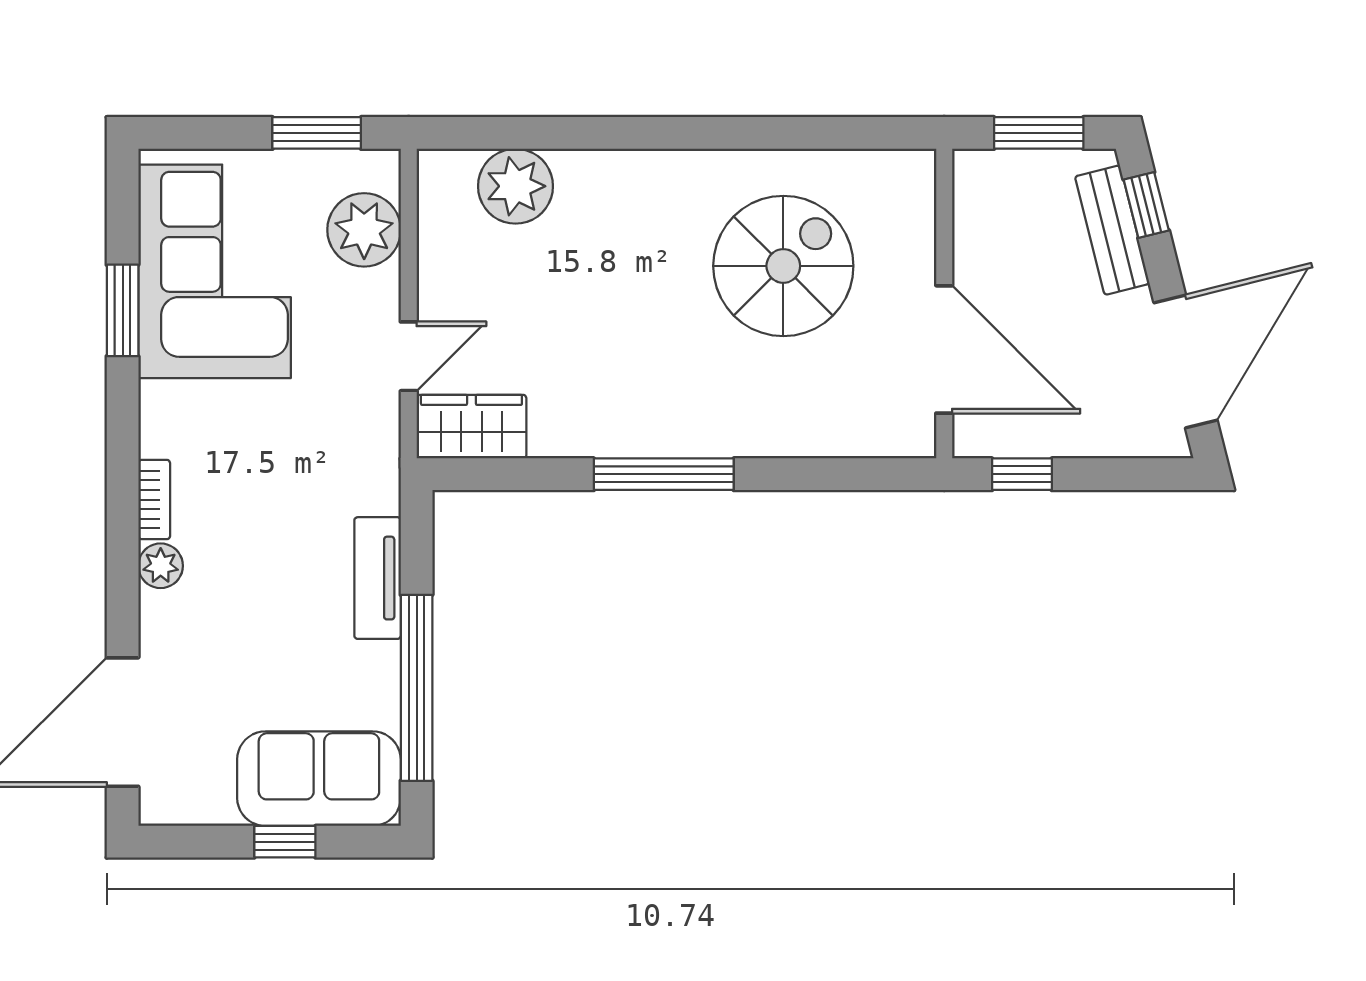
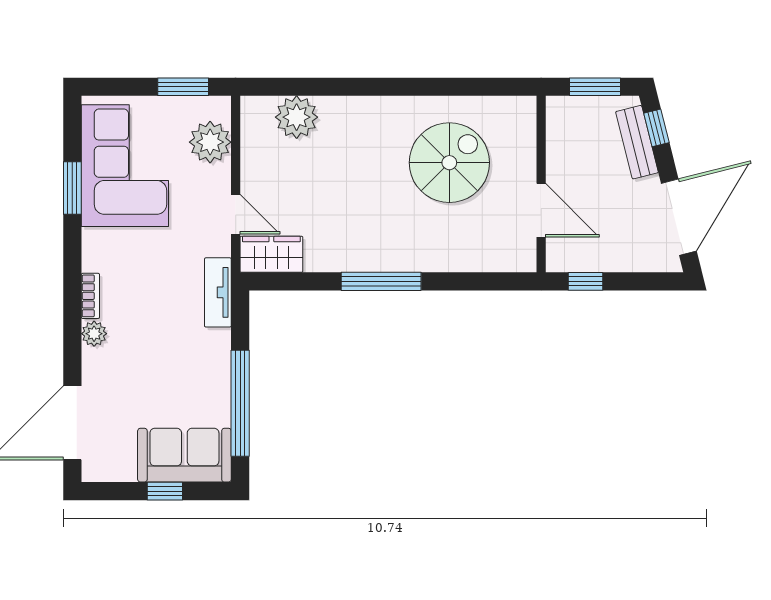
door: (944, 349) -> (541, 210), width x0.73
door: (409, 356) -> (236, 214), hinge flipped
tv unit: (378, 578) -> (218, 292), moved

